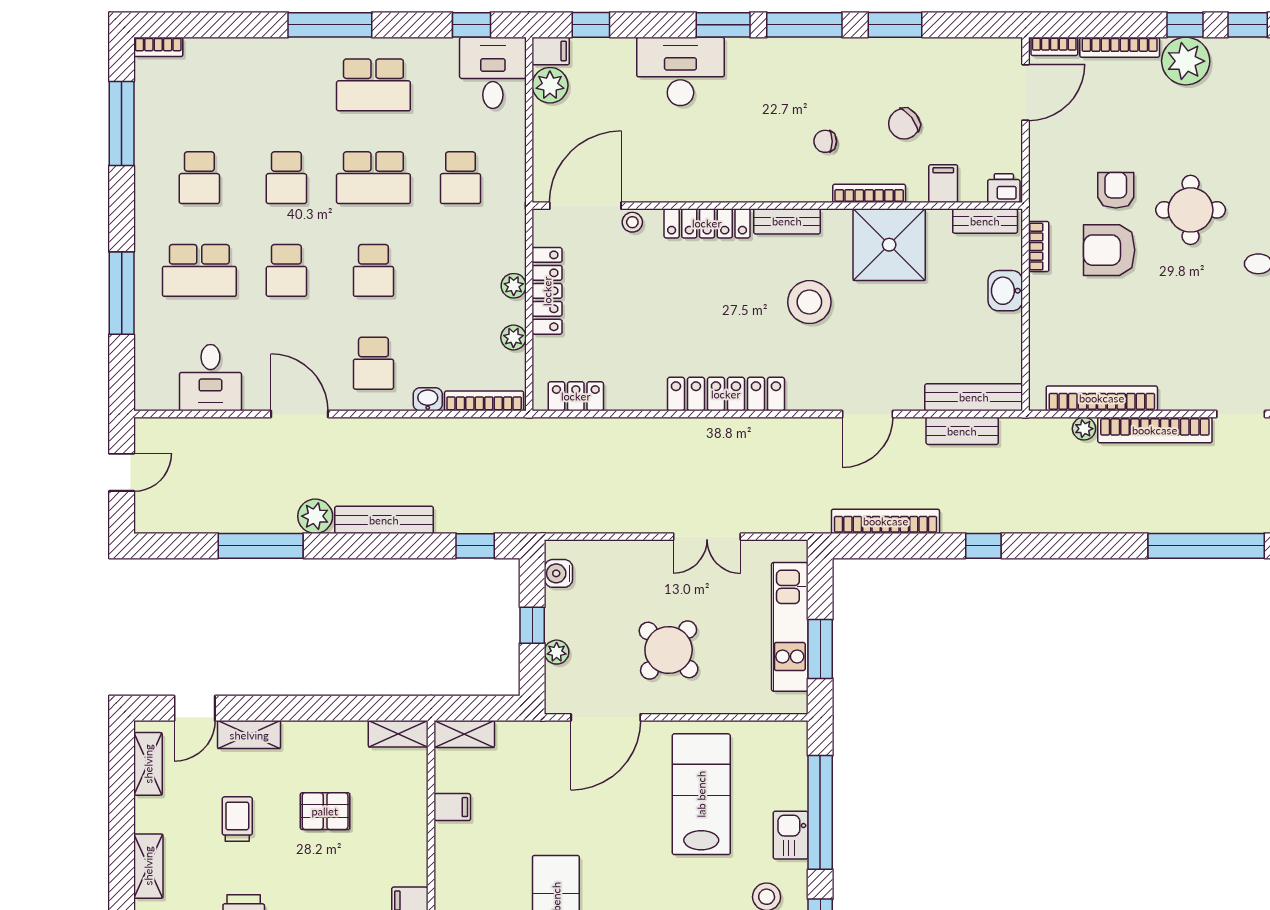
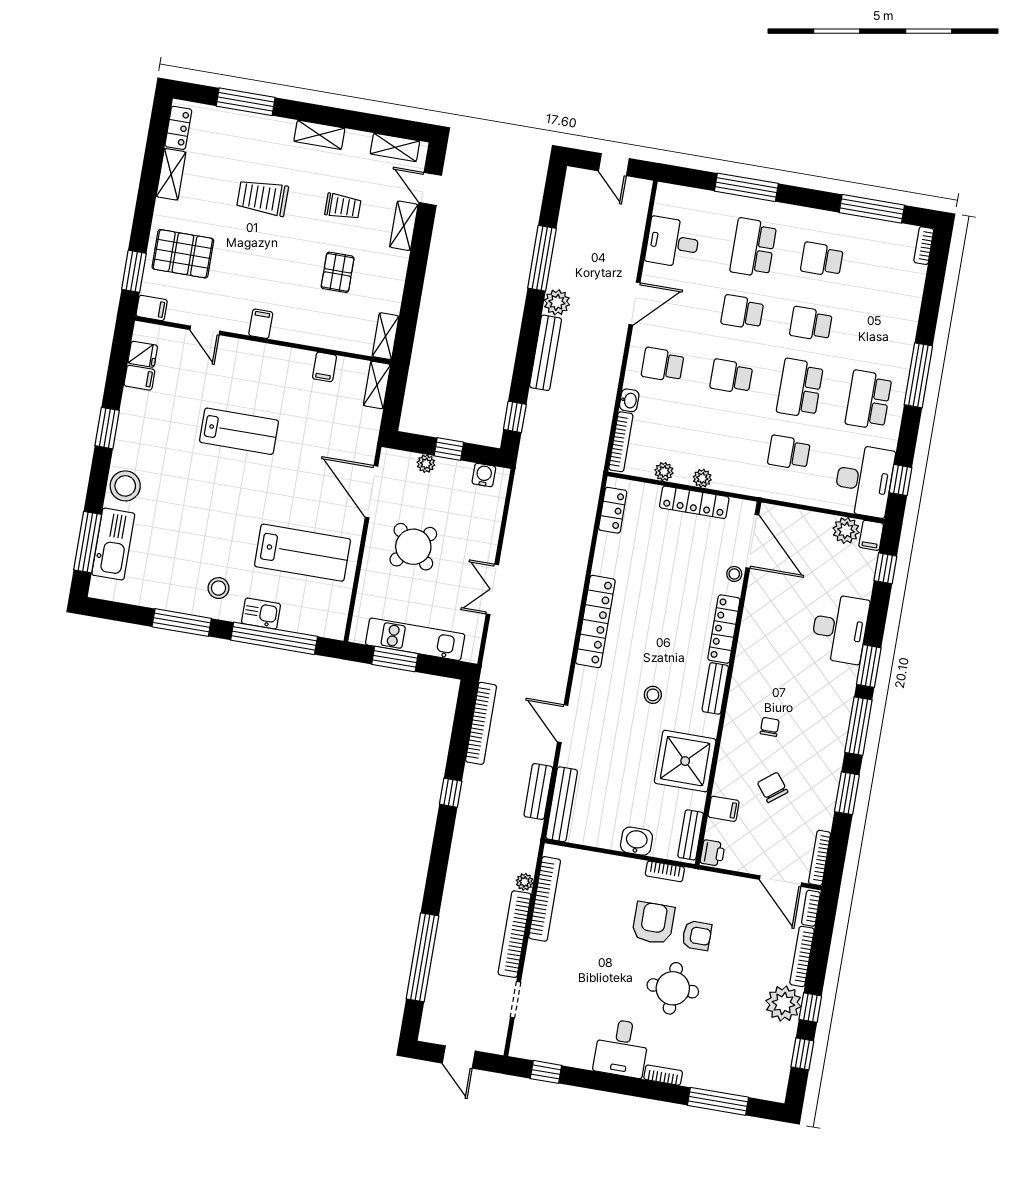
desk: (493, 73) -> (864, 481), width x1.37
bookcase: (869, 193) -> (820, 858), moved, turned 180
stool: (809, 302) -> (653, 695), width x0.53, depth x0.53

